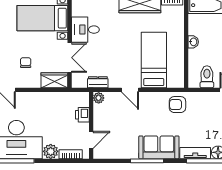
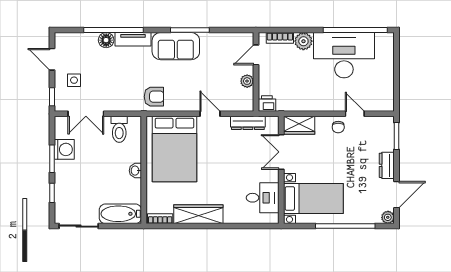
desk: (85, 30) -> (263, 198), moved
bed: (154, 60) -> (174, 149), width x1.50
chair: (26, 63) -> (338, 127), moved
dresser: (98, 82) -> (248, 123), width x1.44
plant: (99, 98) -> (247, 81), moved
printer: (82, 115) -> (267, 104), moved, turned -90

